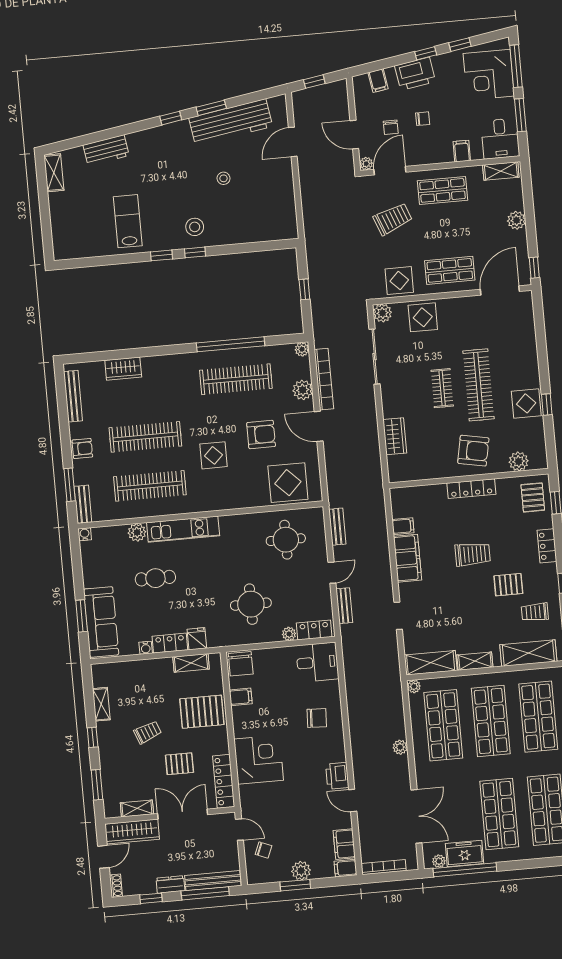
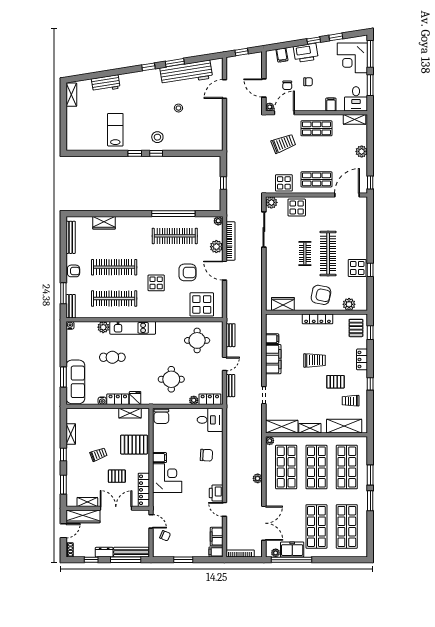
wardrobe: (395, 436) -> (283, 304), moved, turned -90
filing cabinet: (241, 697) -> (159, 458), moved
plant: (301, 871) -> (188, 551), removed

